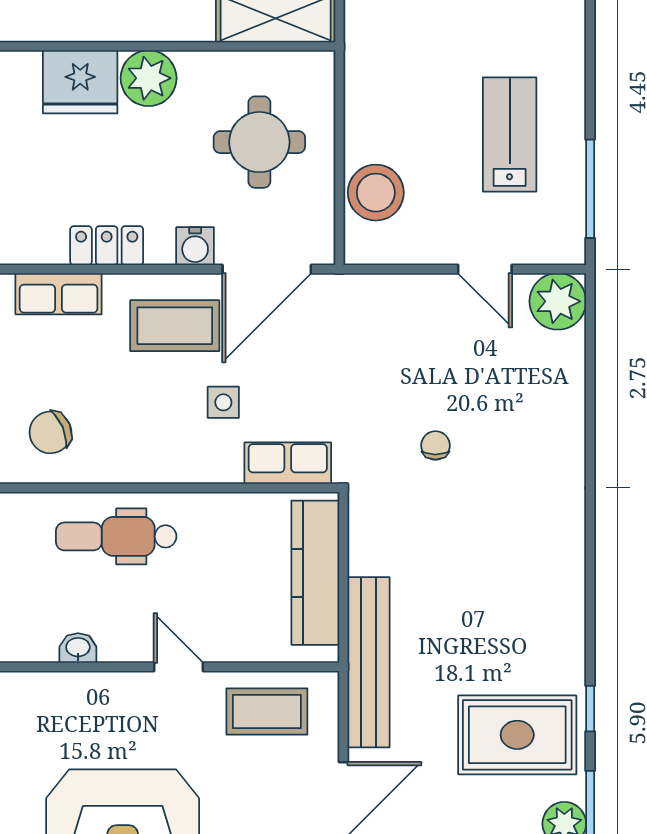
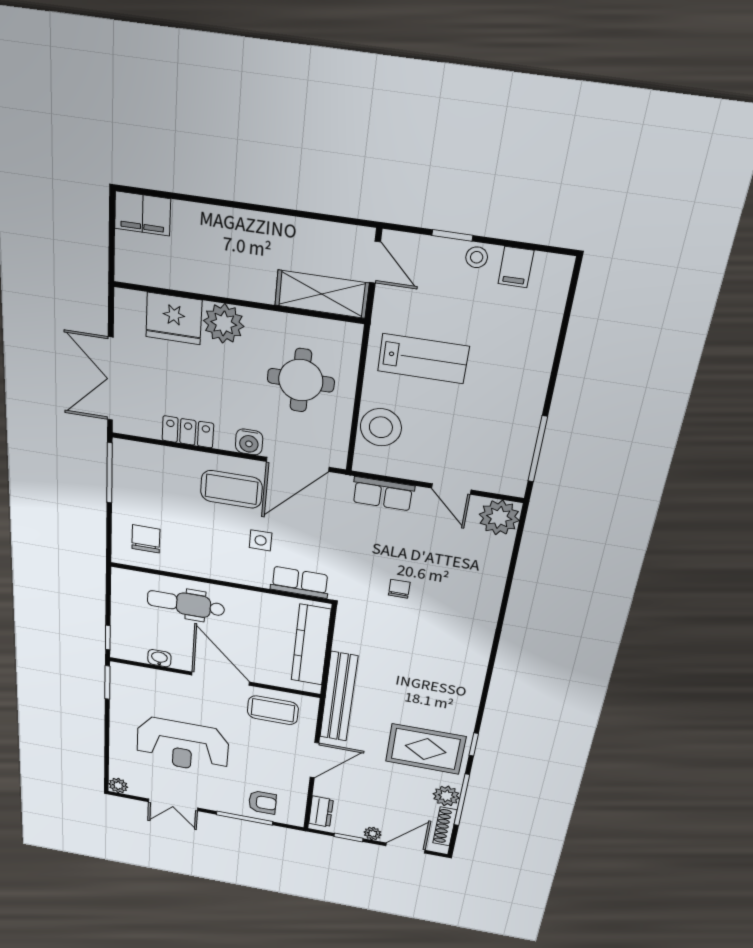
lab bench: (510, 134) -> (423, 359), moved, turned 90
row of seats: (59, 294) -> (383, 494), moved
chair: (50, 432) -> (146, 539), turned 113
door: (178, 667) -> (221, 679), width x1.88

